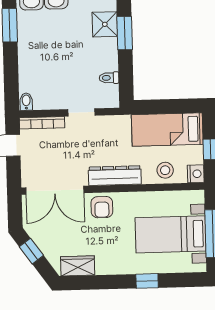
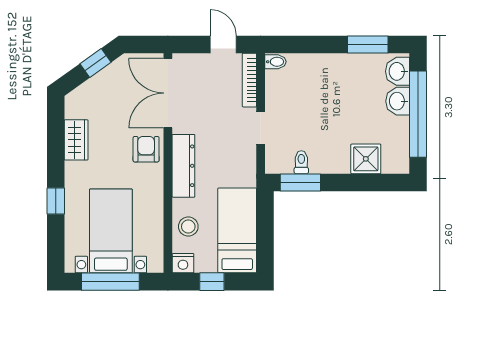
window: (125, 33) -> (300, 182), moved
armchair: (102, 207) -> (146, 149), turned 90
wardrobe: (78, 266) -> (76, 140), moved

